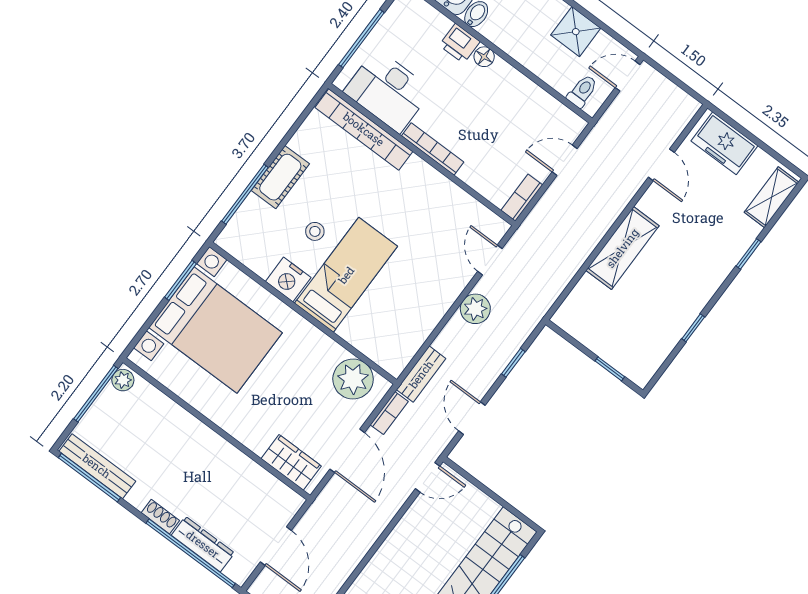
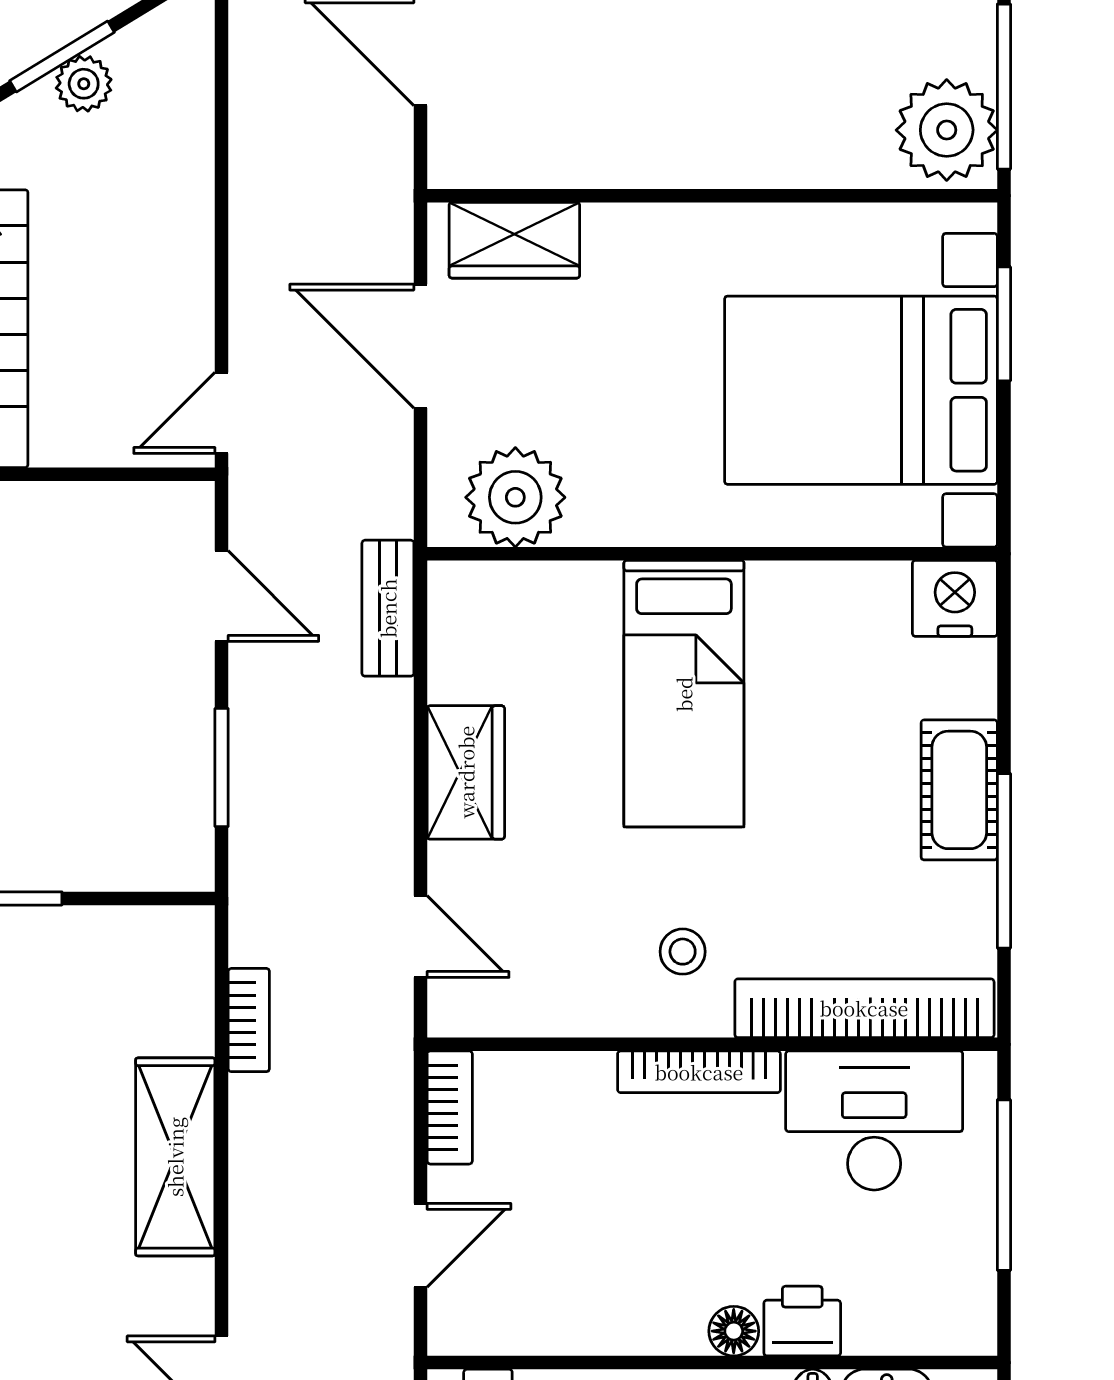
window: (245, 194) -> (1004, 861), moved
stool: (315, 231) -> (683, 952), moved
window: (181, 280) -> (1004, 324), moved
nightstand: (288, 280) -> (955, 598), moved
wardrobe: (436, 302) -> (466, 772), added
plant: (475, 309) -> (377, 818), removed
window: (513, 363) -> (222, 767), width x1.50
plant: (123, 380) -> (947, 130), width x1.87, depth x1.87
bookcase: (389, 413) -> (249, 1020), moved, turned 180

